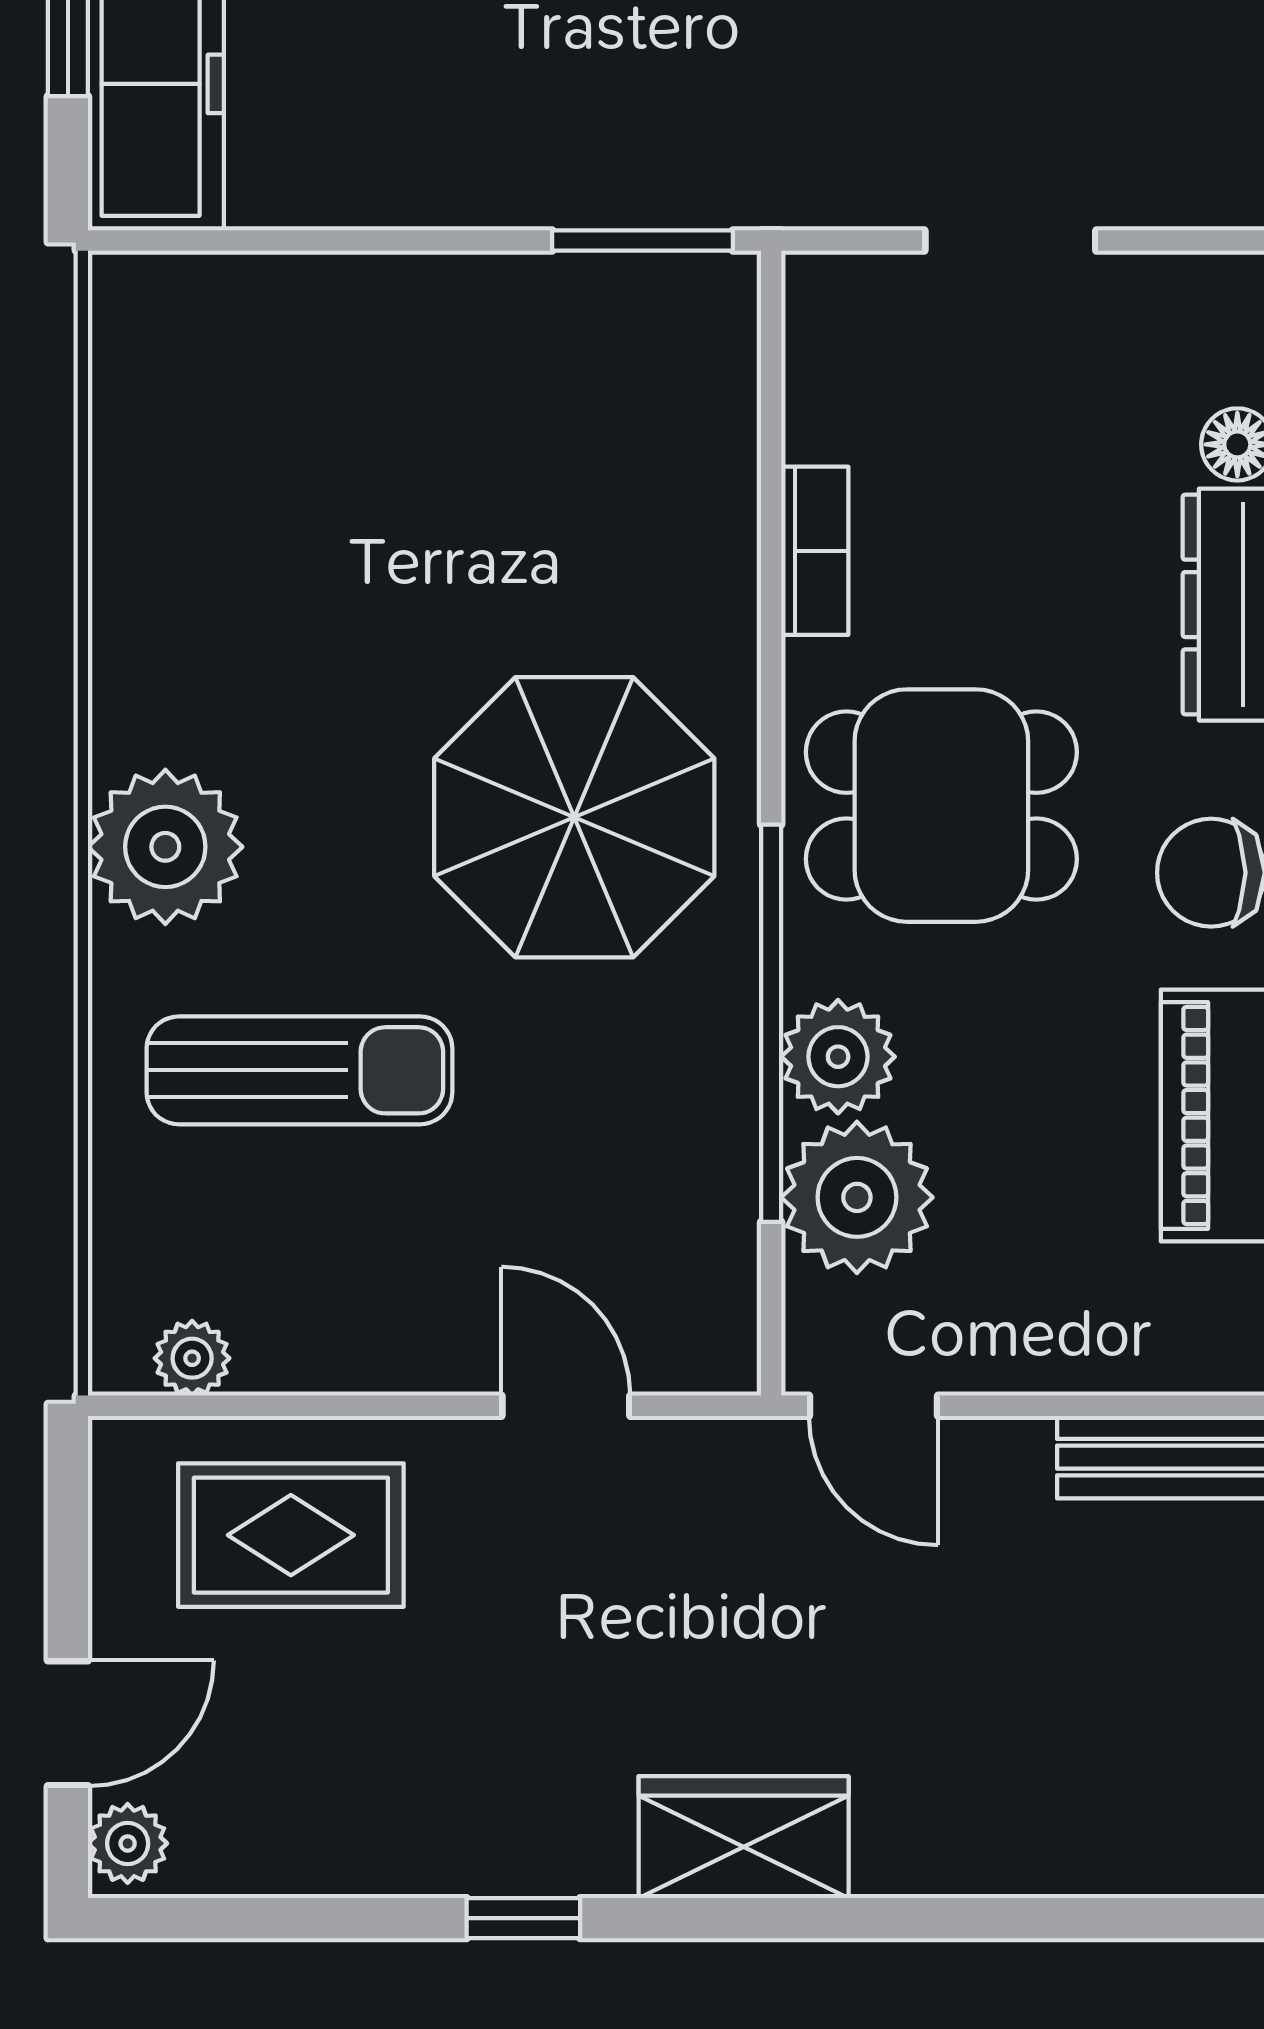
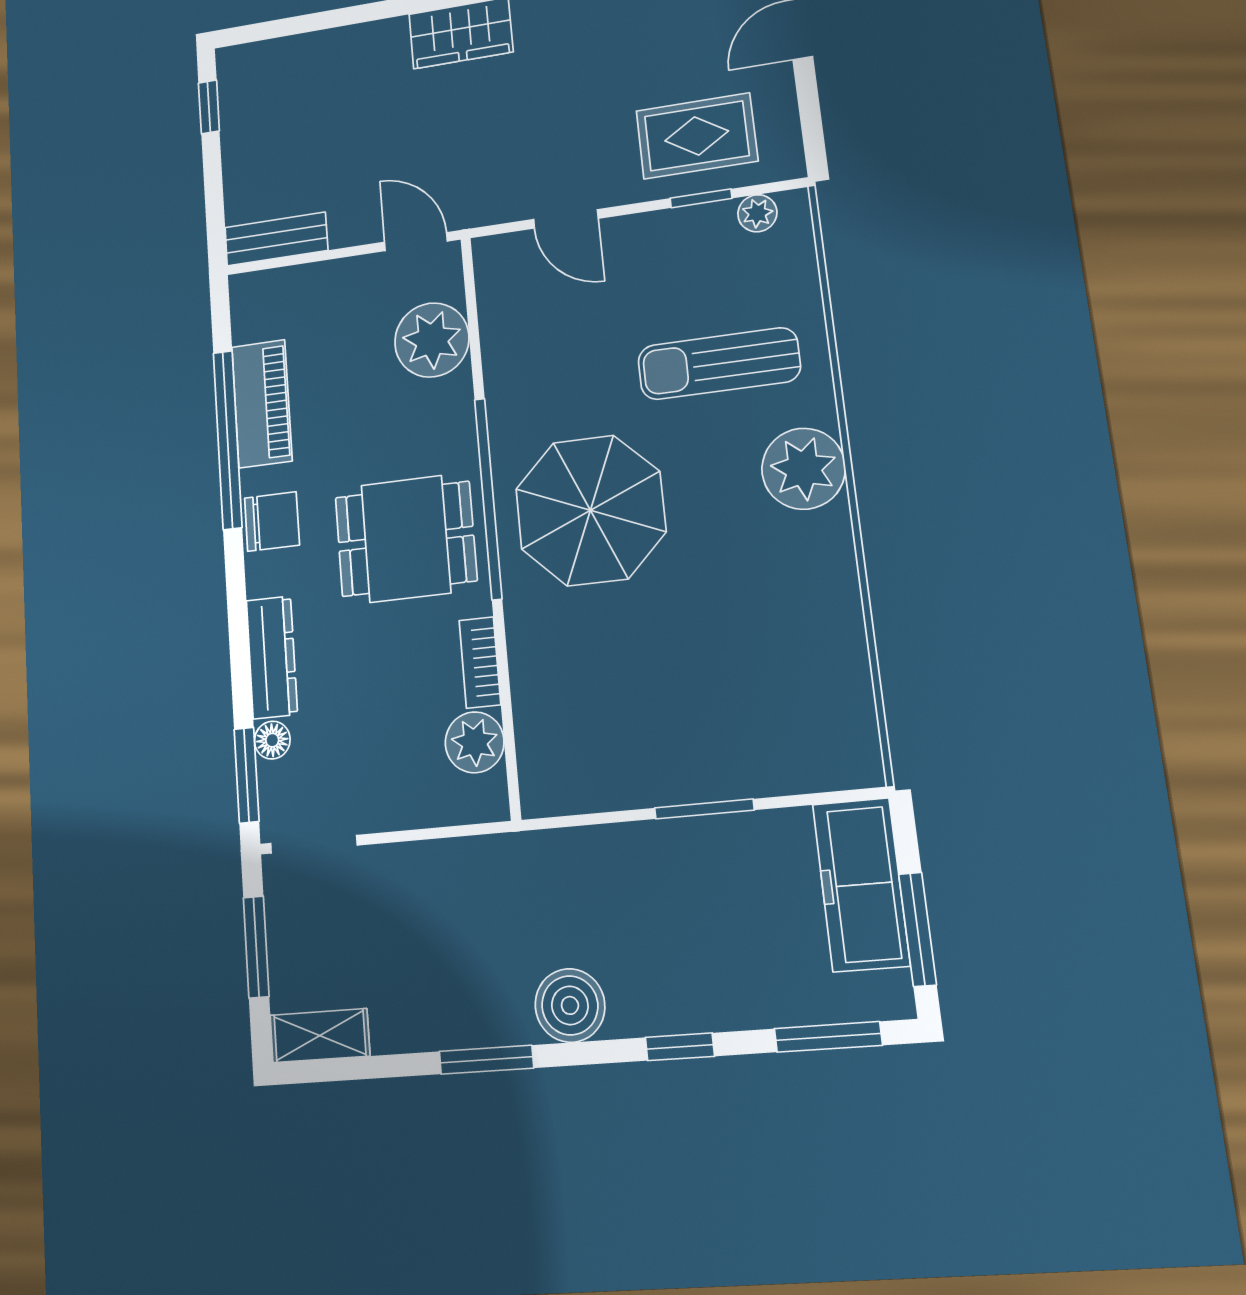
window: (642, 240) -> (704, 809), moved
doorway: (1010, 240) -> (314, 844), moved
window: (771, 1023) -> (488, 498), moved
plant: (838, 1057) -> (475, 742), moved
window: (297, 1406) -> (701, 198), added

